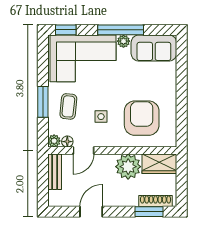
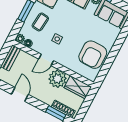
armchair: (142, 118) -> (93, 55), moved, turned 180
door: (84, 150) -> (46, 60), moved
door: (91, 212) -> (20, 94), hinge flipped

